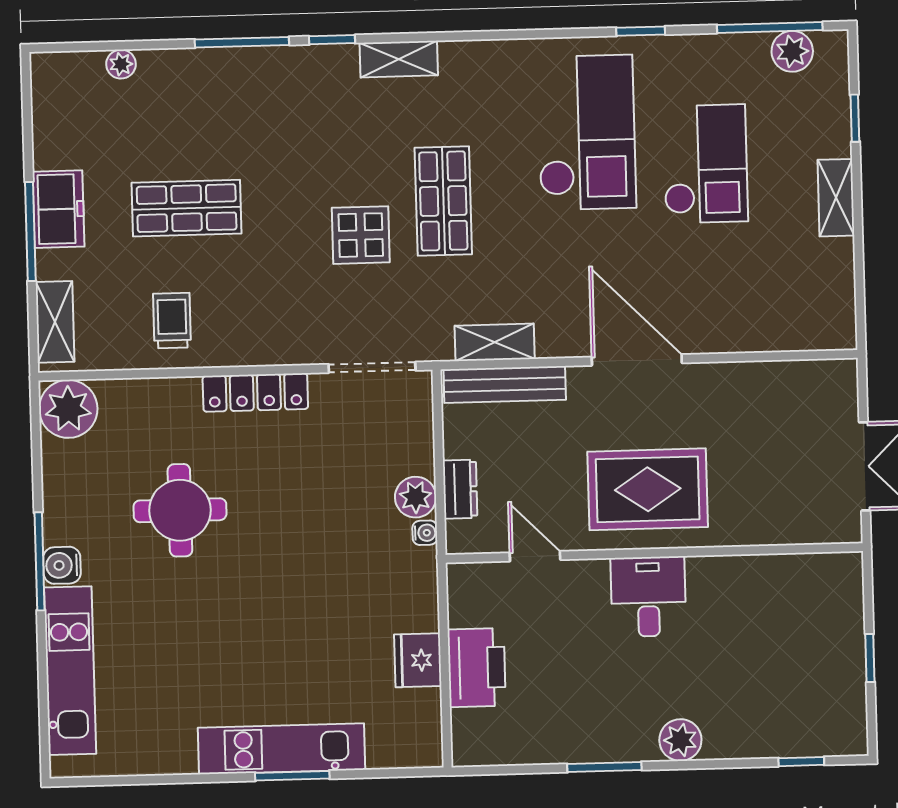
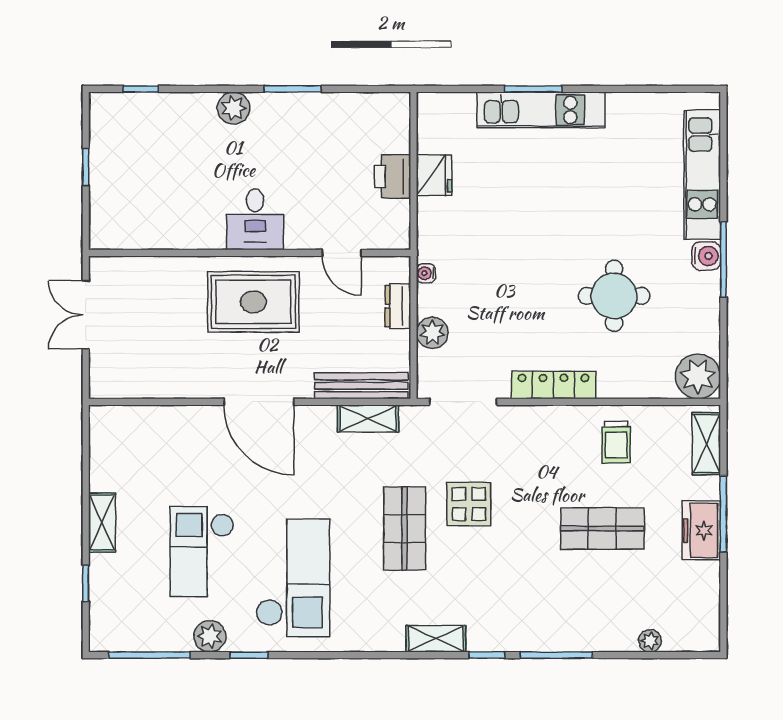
plant: (792, 51) -> (210, 636), moved
checkout: (586, 132) -> (293, 578), turned 180
plant: (416, 497) -> (432, 333), moved
printer: (477, 668) -> (392, 176), width x0.73, depth x0.84

